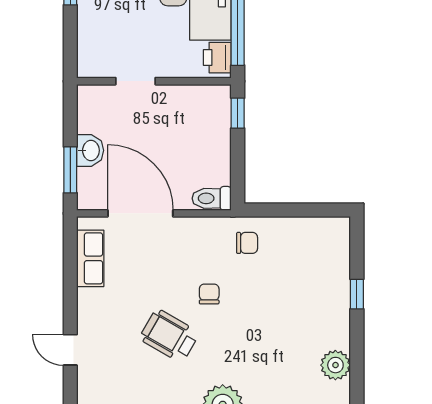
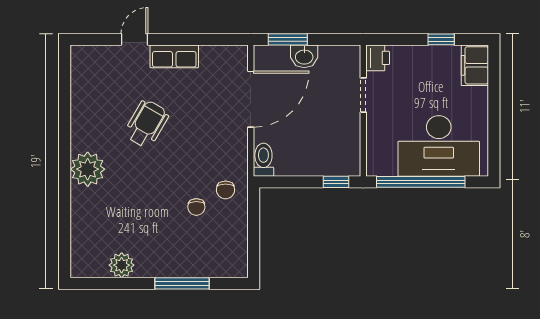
printer: (217, 58) -> (378, 58), moved, turned 90
row of seats: (90, 258) -> (174, 56), moved
chair: (209, 294) -> (196, 207), moved, turned 90
window: (357, 294) -> (182, 283), width x2.17

